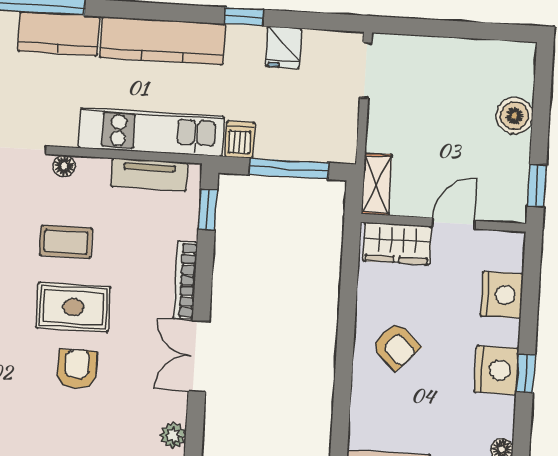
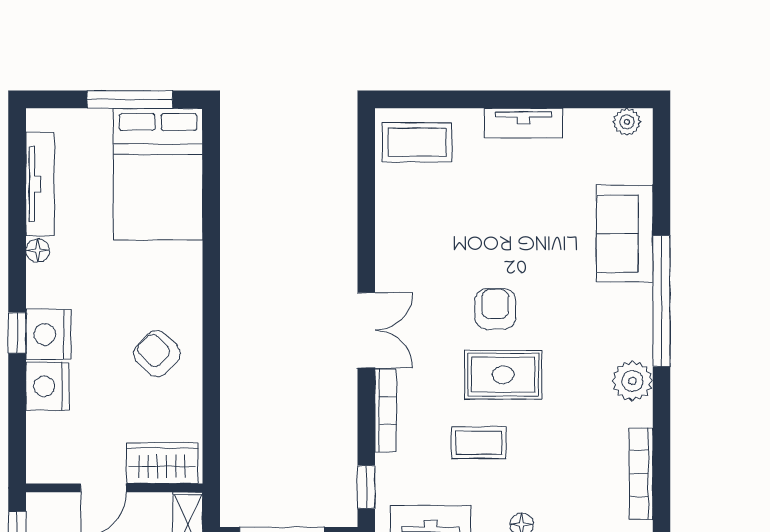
coffee table: (66, 242) -> (479, 443), moved
nightstand: (502, 295) -> (47, 386), moved
armchair: (77, 369) -> (495, 309), turned 180
plant: (173, 435) -> (389, 245), removed

